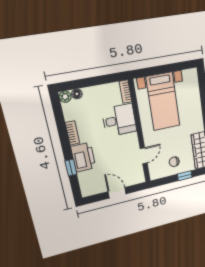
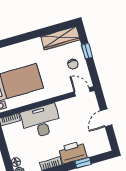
desk: (119, 120) -> (41, 121), width x1.37
door: (144, 156) -> (82, 92), moved

